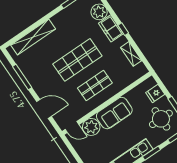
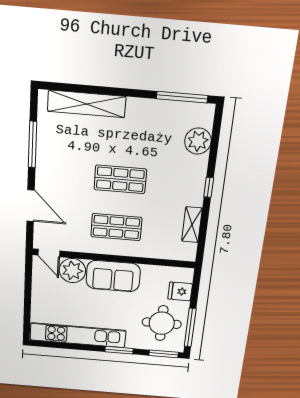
freezer: (111, 28) -> (195, 174), removed
shop shelf: (77, 60) -> (120, 179), width x0.70, depth x0.74

